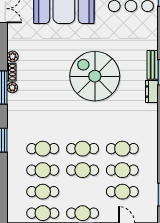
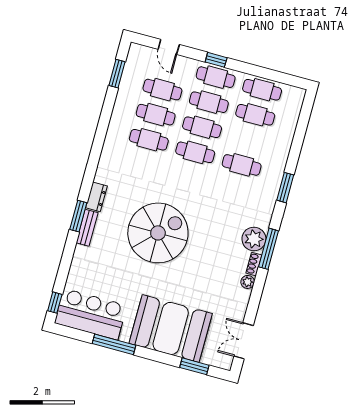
spiral stairs: (95, 76) -> (158, 233), turned -90
plant: (12, 88) -> (254, 239), width x1.88, depth x1.88
cafe table: (43, 170) -> (209, 102), moved

